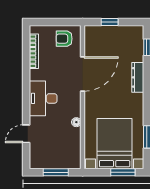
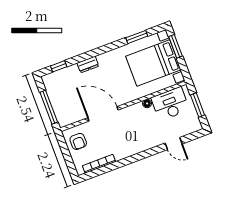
window: (110, 22) -> (49, 107), width x2.17
dresser: (138, 77) -> (88, 65), width x0.70
desk: (43, 98) -> (170, 104), moved, turned 180

